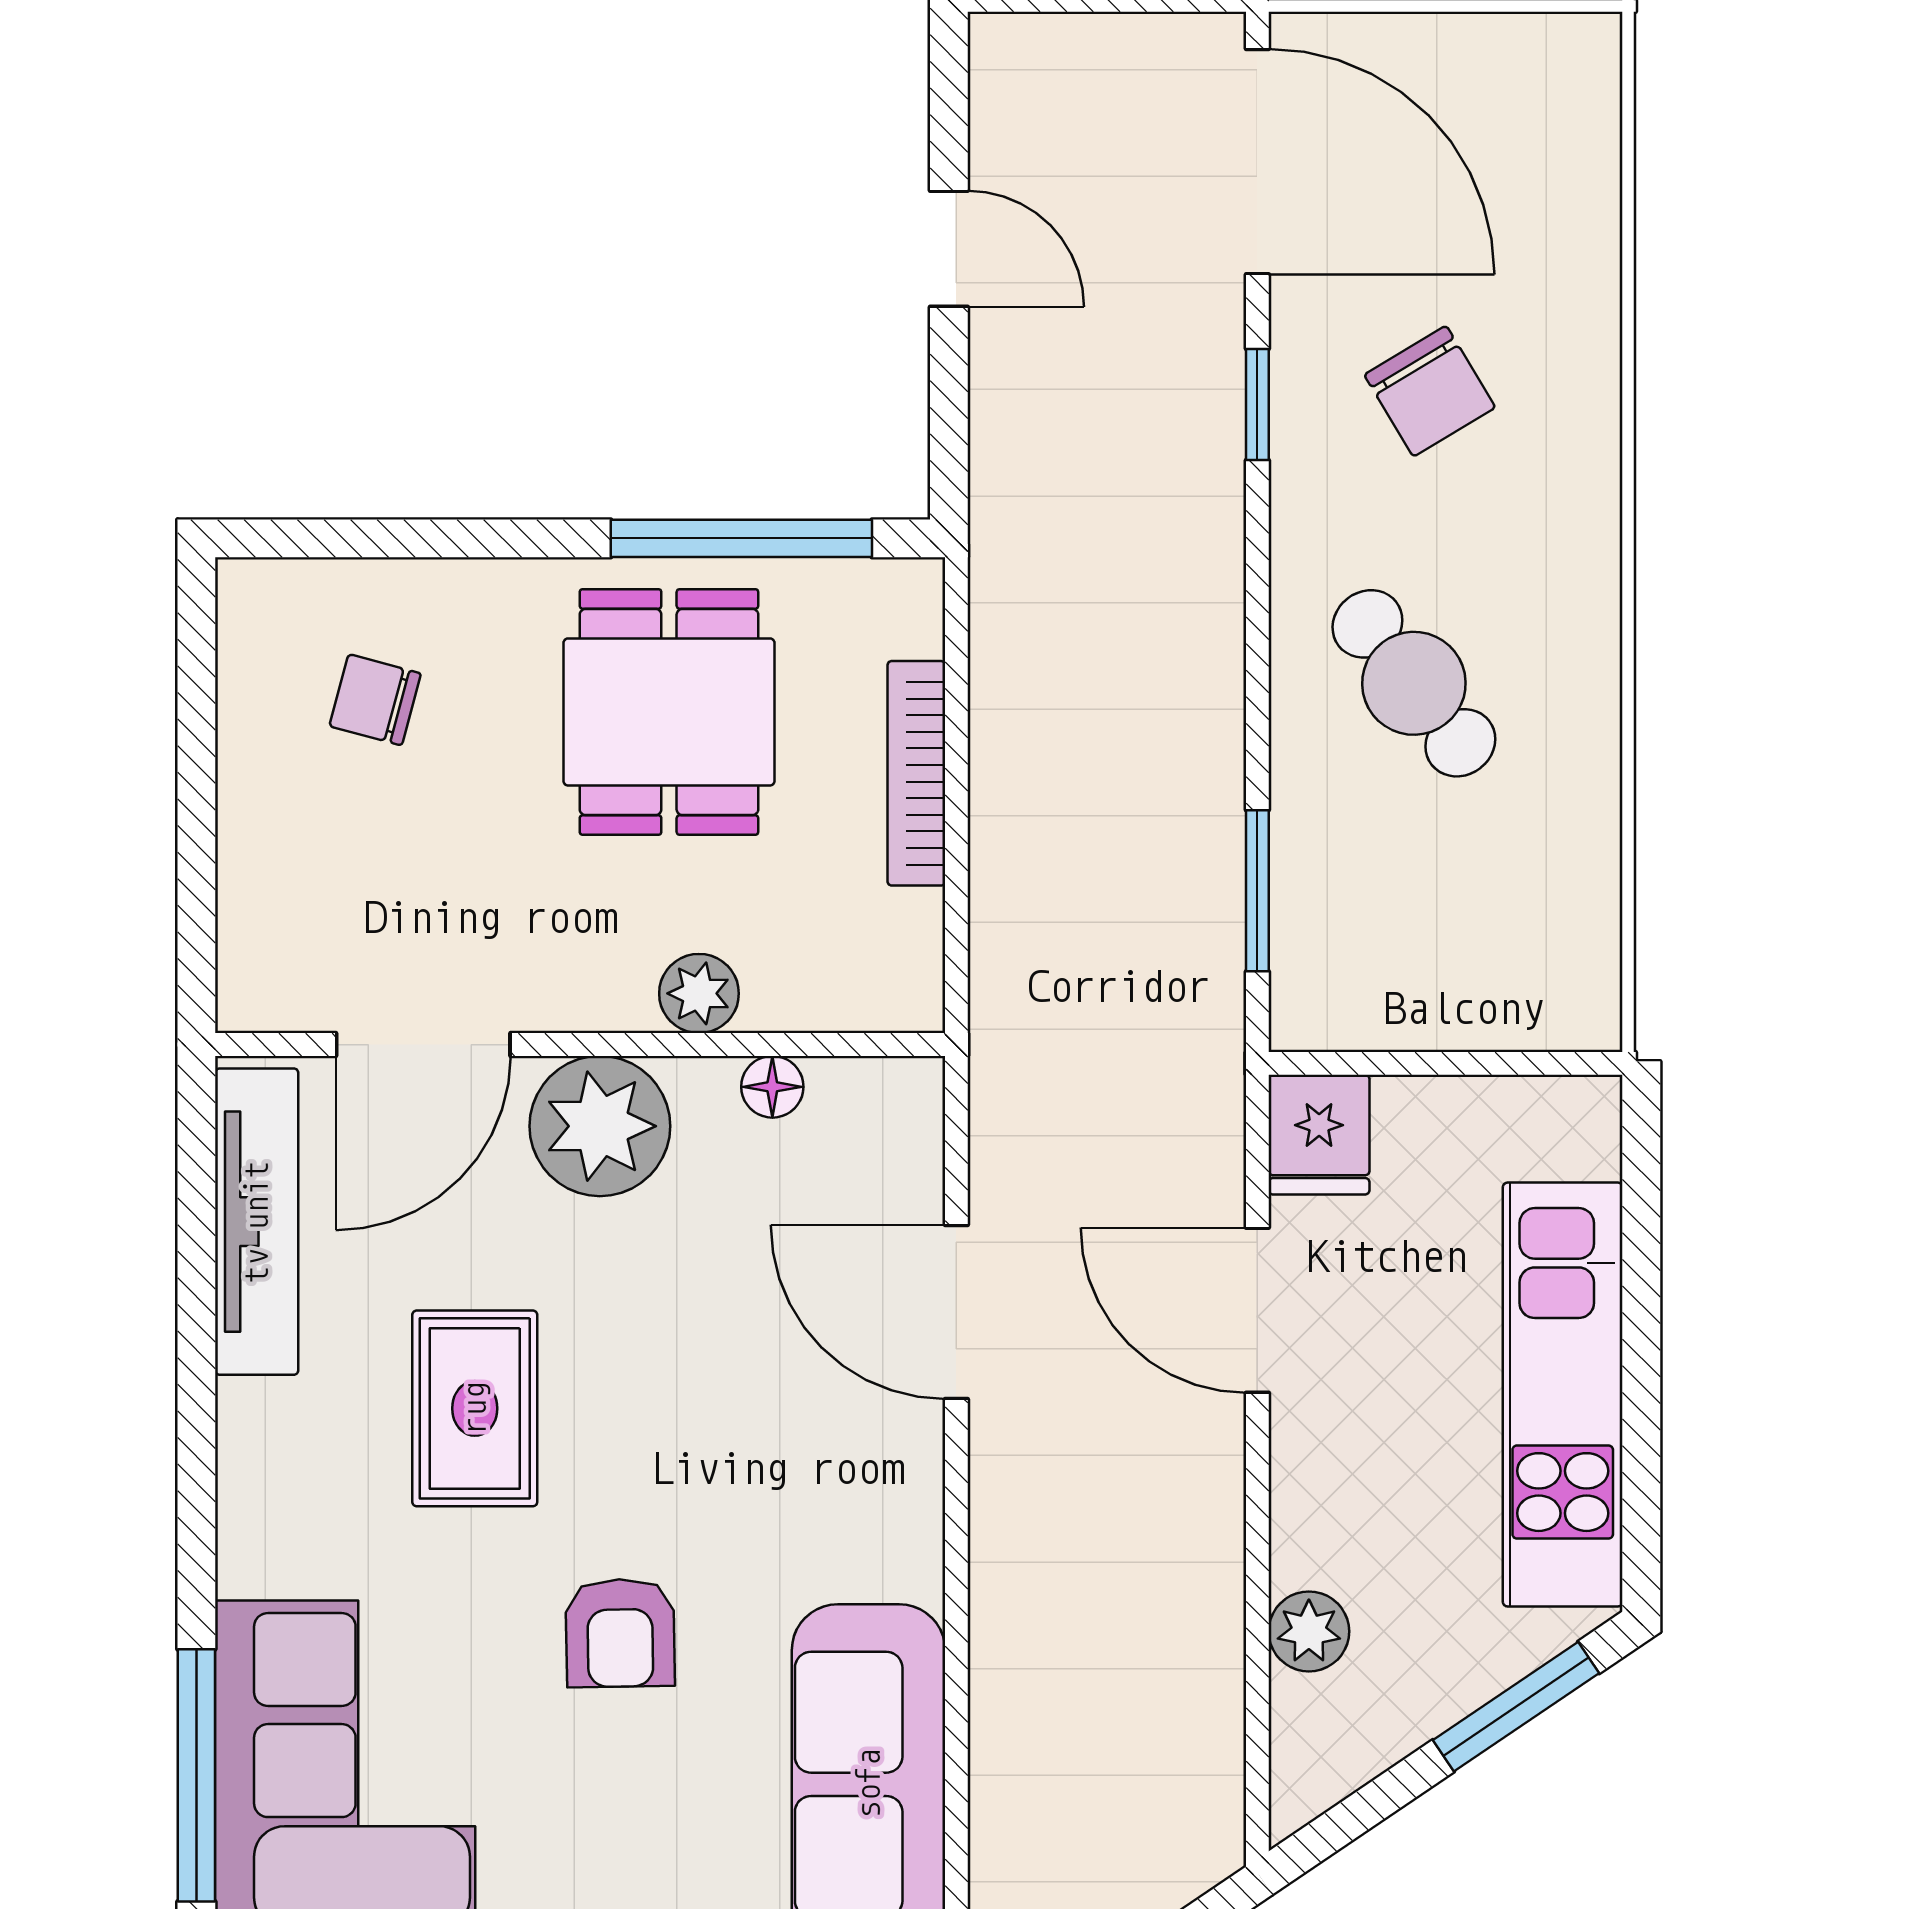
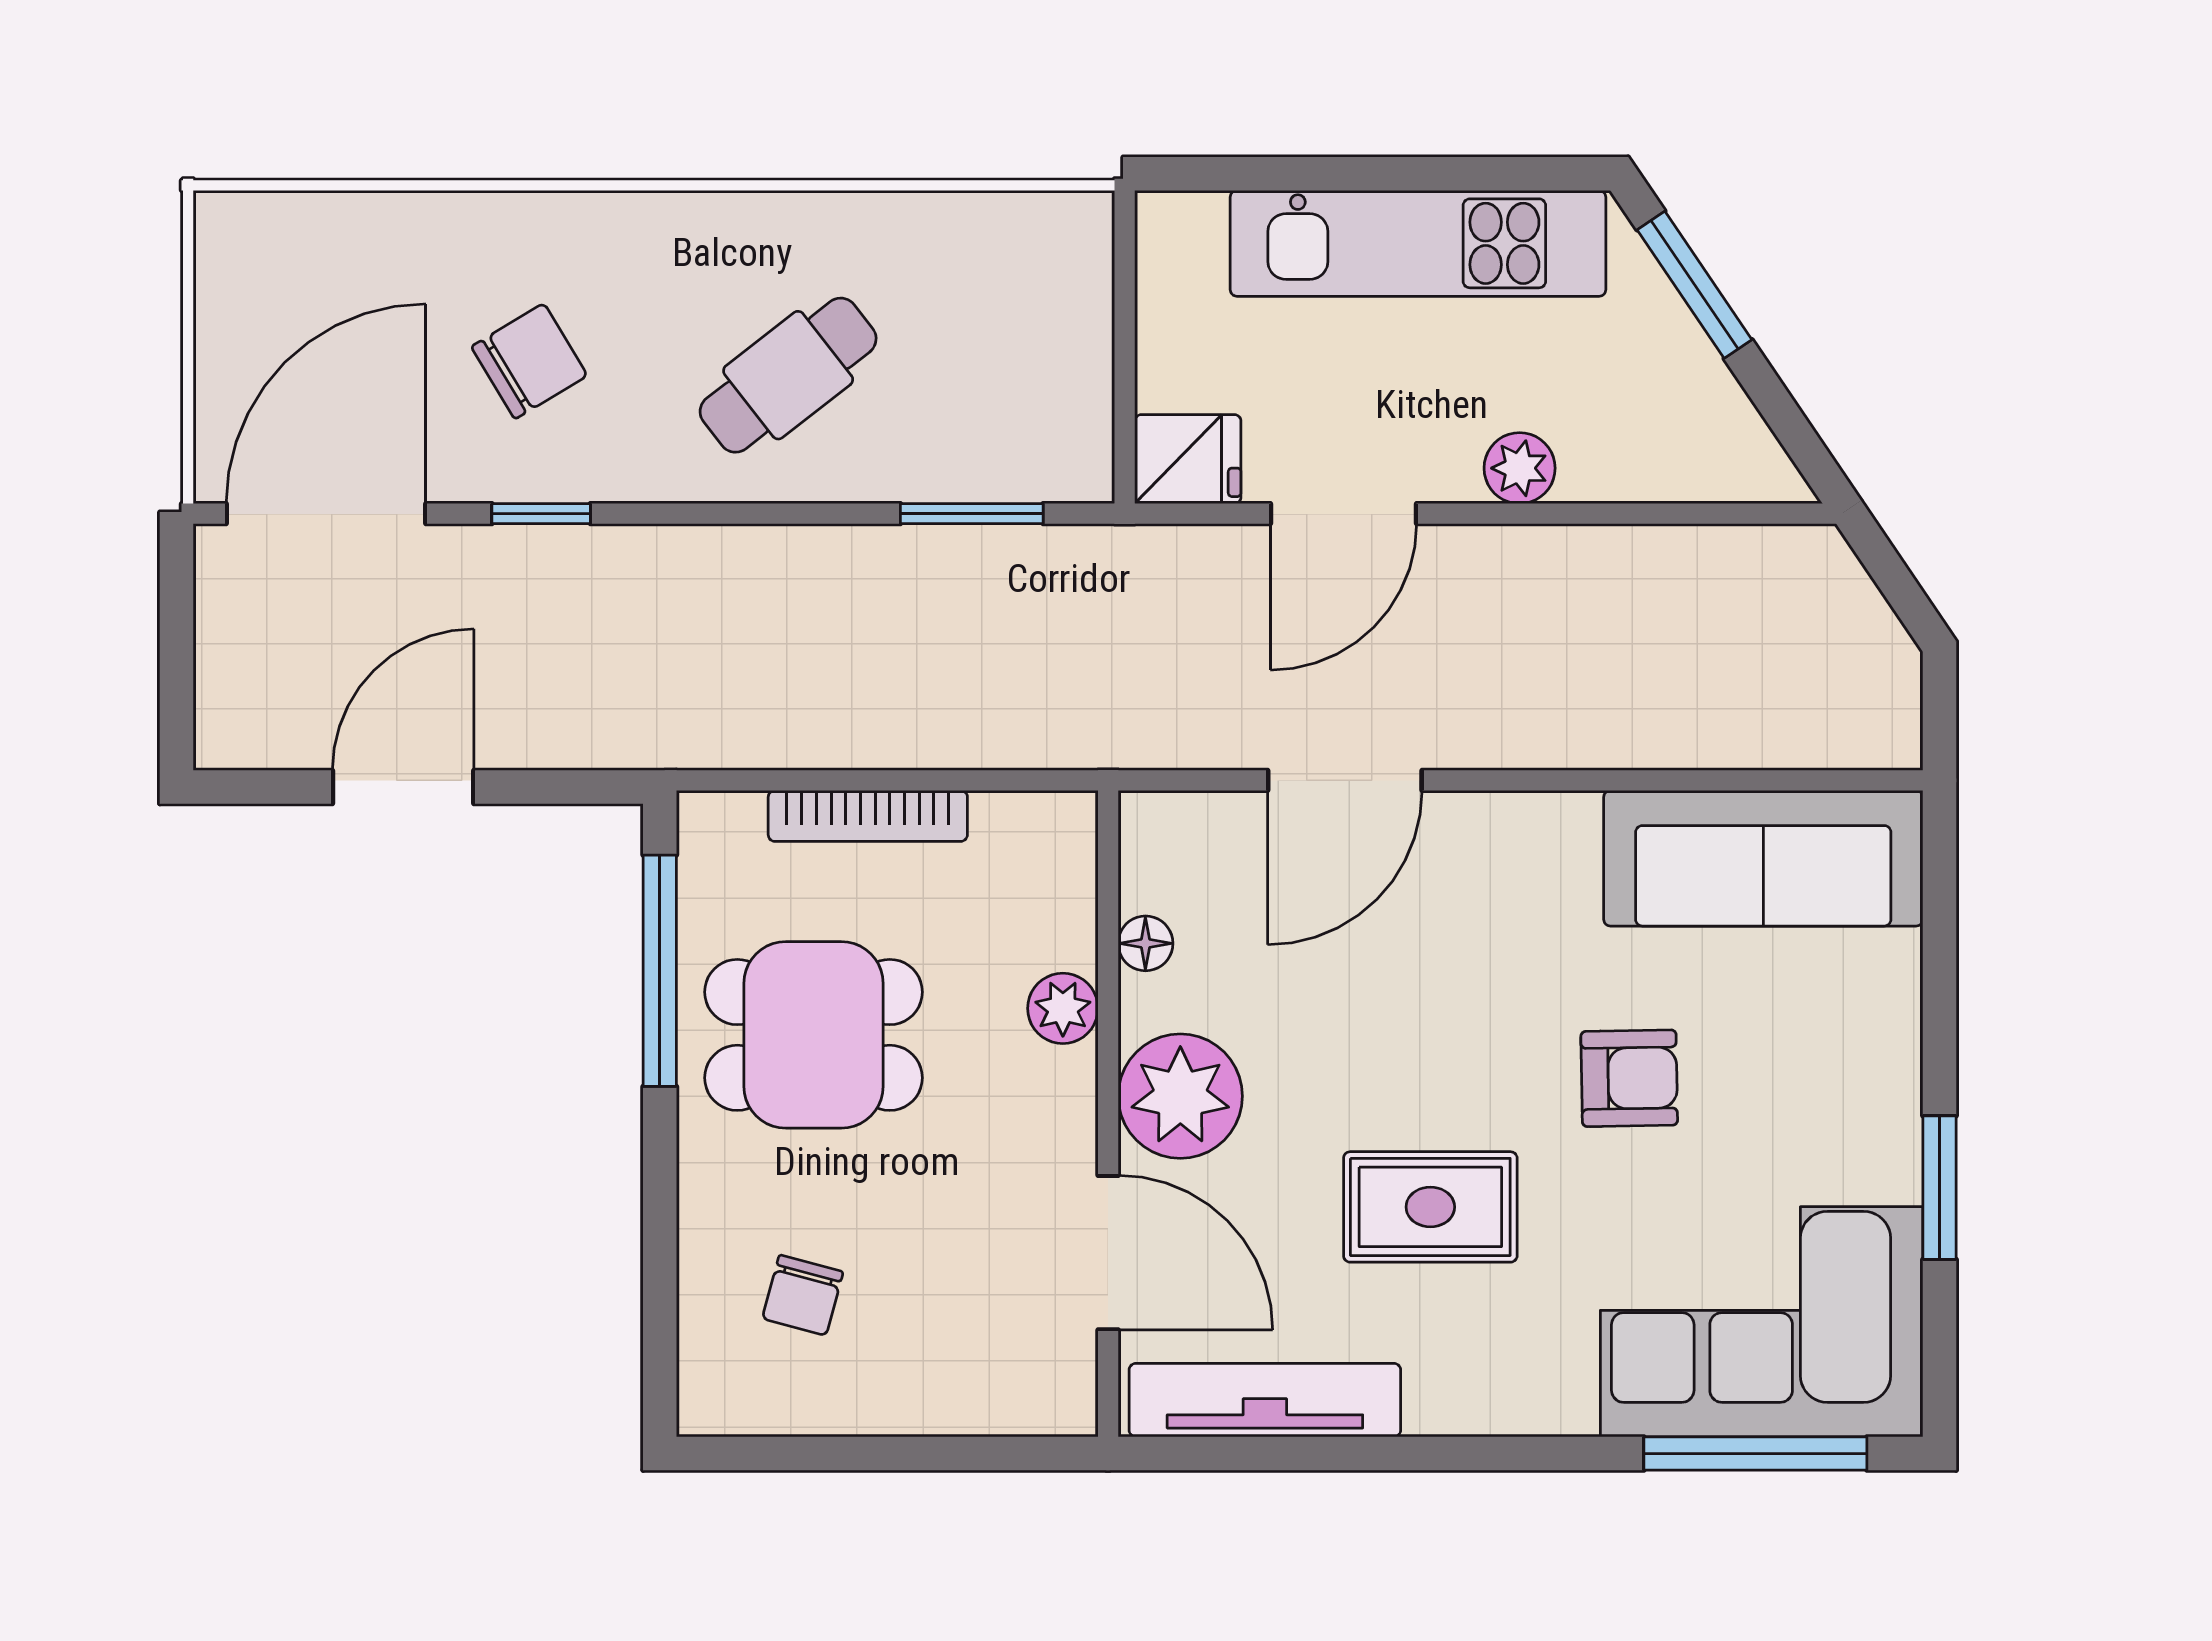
door: (949, 249) -> (403, 787), width x1.38
plant: (1309, 1631) -> (1520, 468), moved

